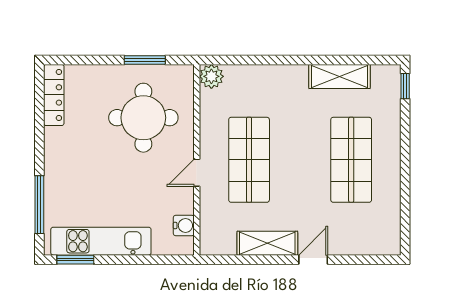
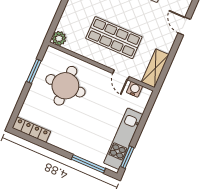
door: (197, 173) -> (121, 75), moved
shelving: (267, 243) -> (155, 68), moved

